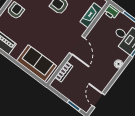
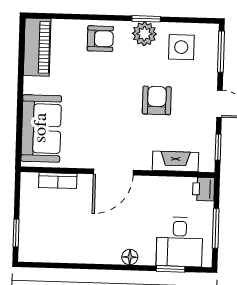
door: (98, 100) -> (51, 265), removed

